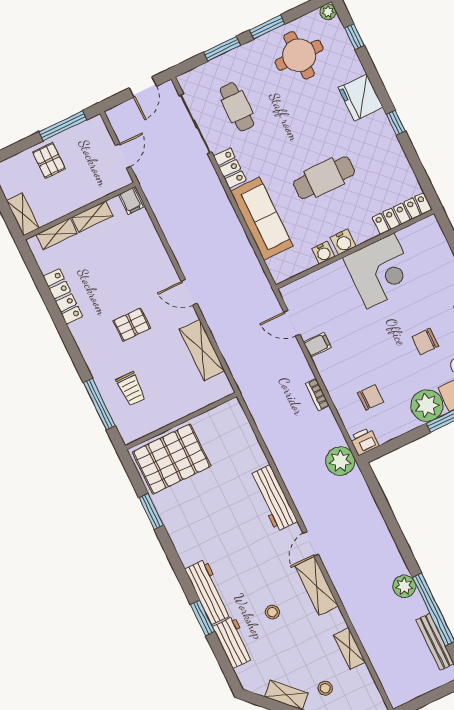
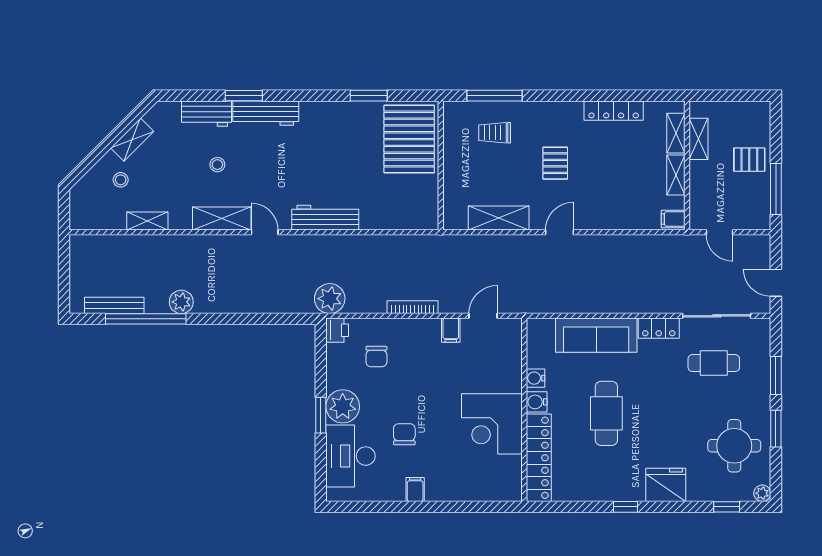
shelving: (23, 214) -> (699, 139), moved, turned 90
locker: (402, 214) -> (539, 458), width x1.41, depth x1.21
bookcase: (317, 395) -> (412, 307), width x1.56

